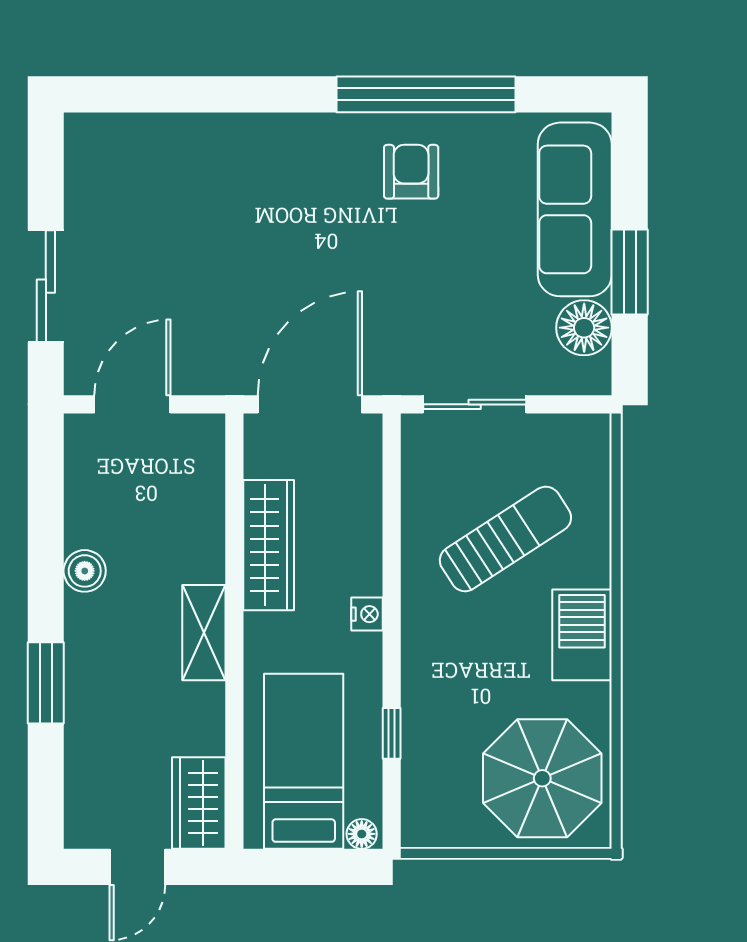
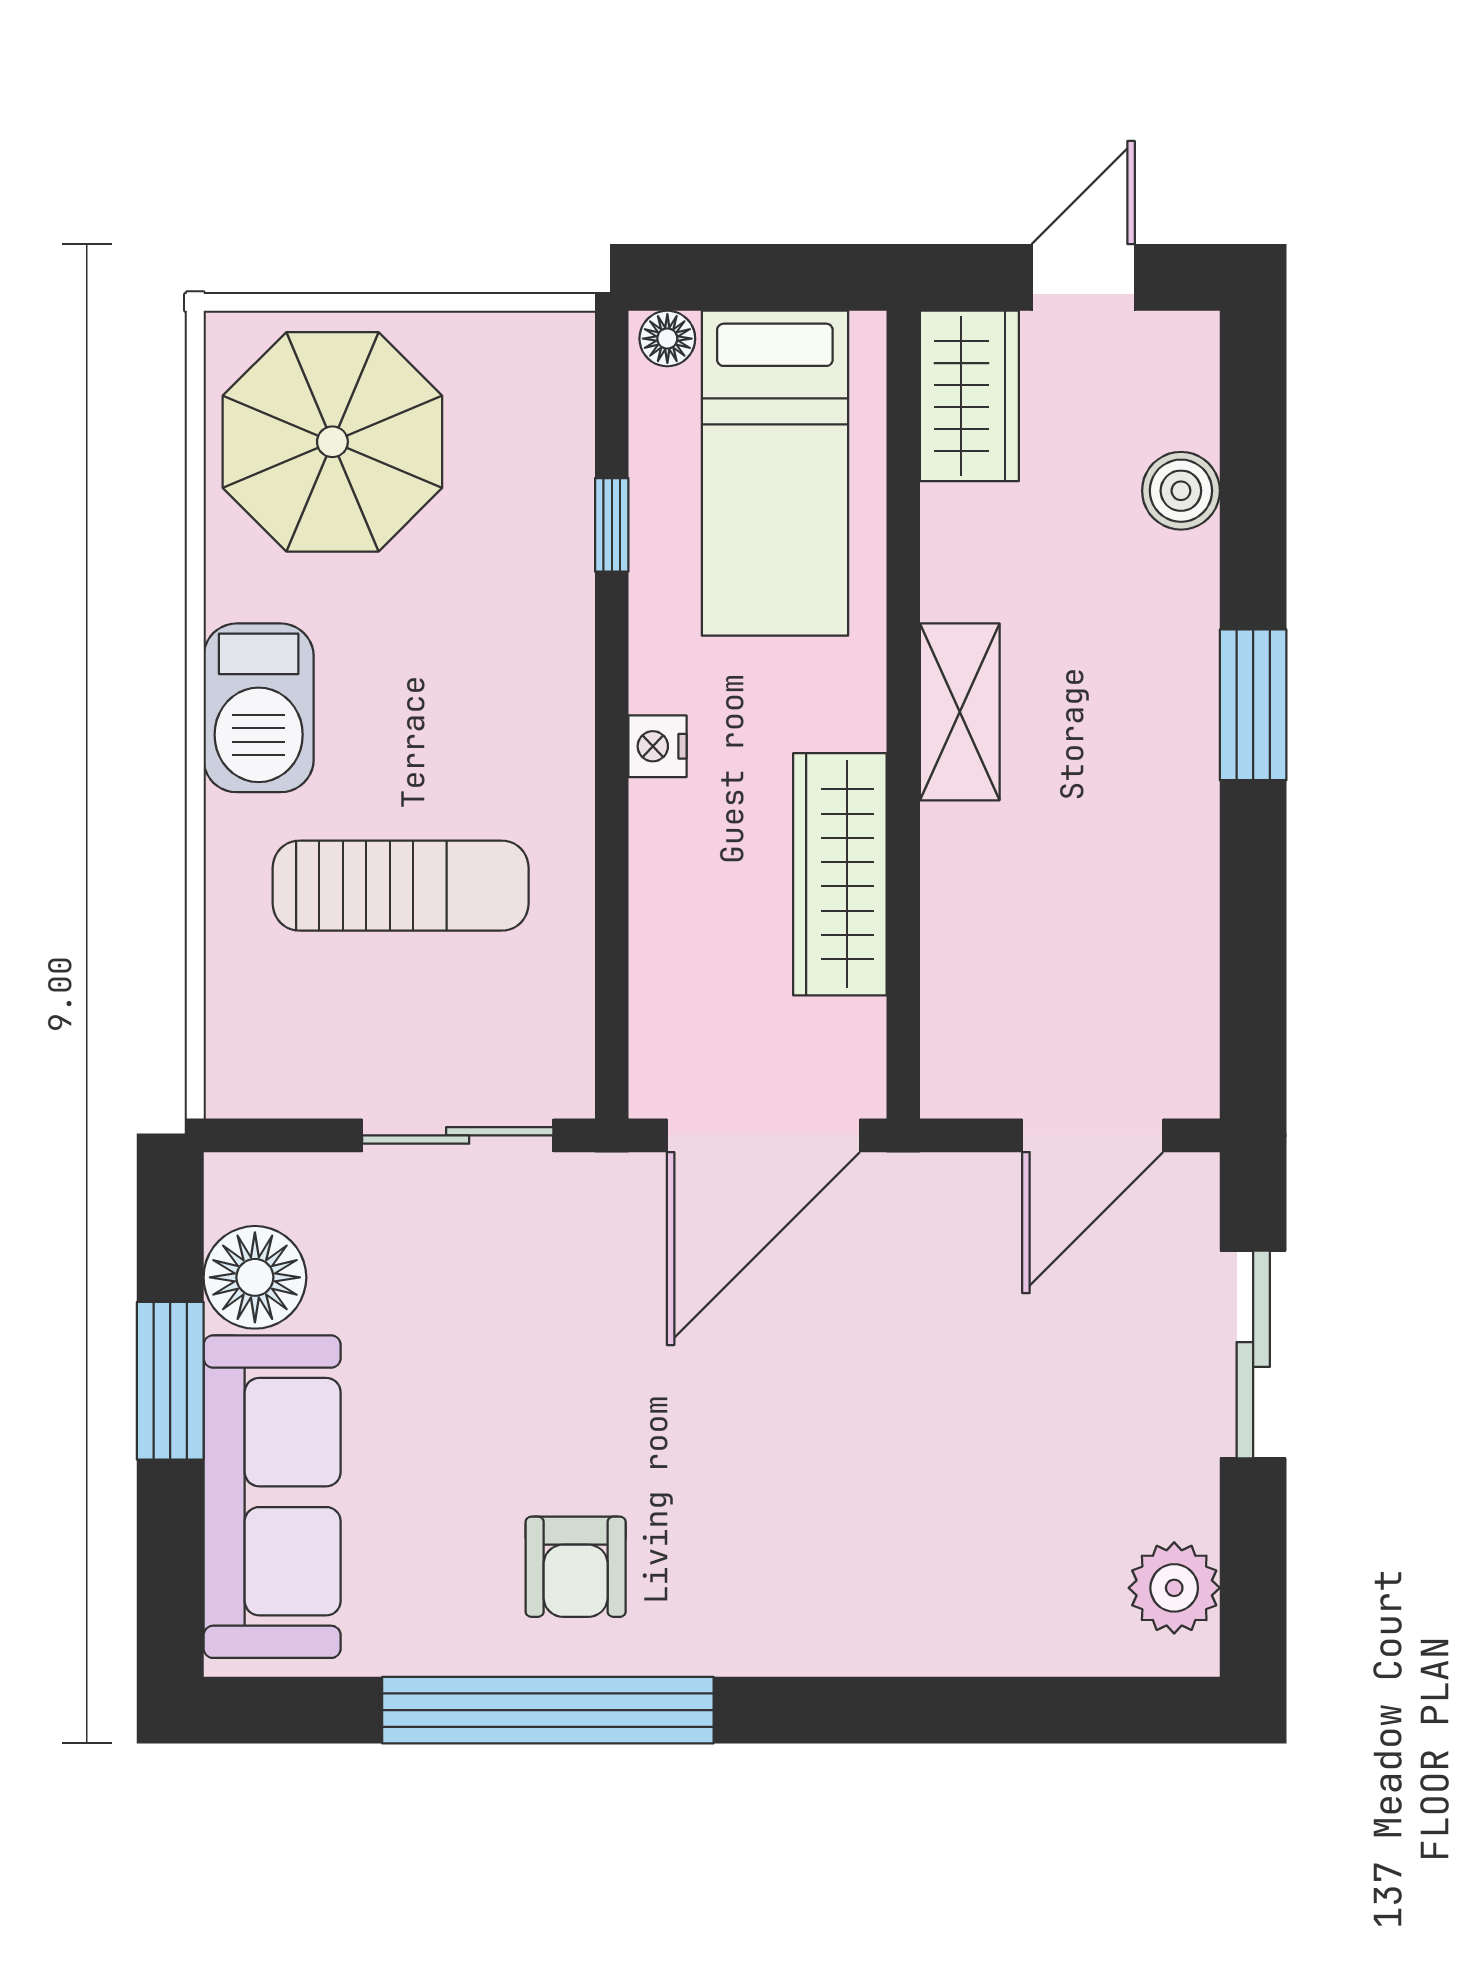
plant: (88, 160) -> (1174, 1588), added
sun lounger: (505, 539) -> (401, 886), turned -147
boiler: (85, 571) -> (1181, 491), moved
window: (46, 683) -> (1253, 705), moved

